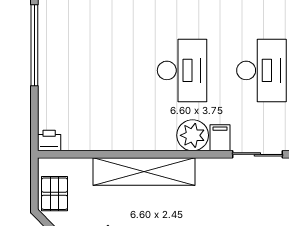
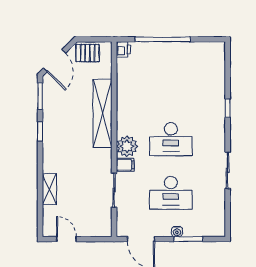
window: (34, 45) -> (162, 39), moved

